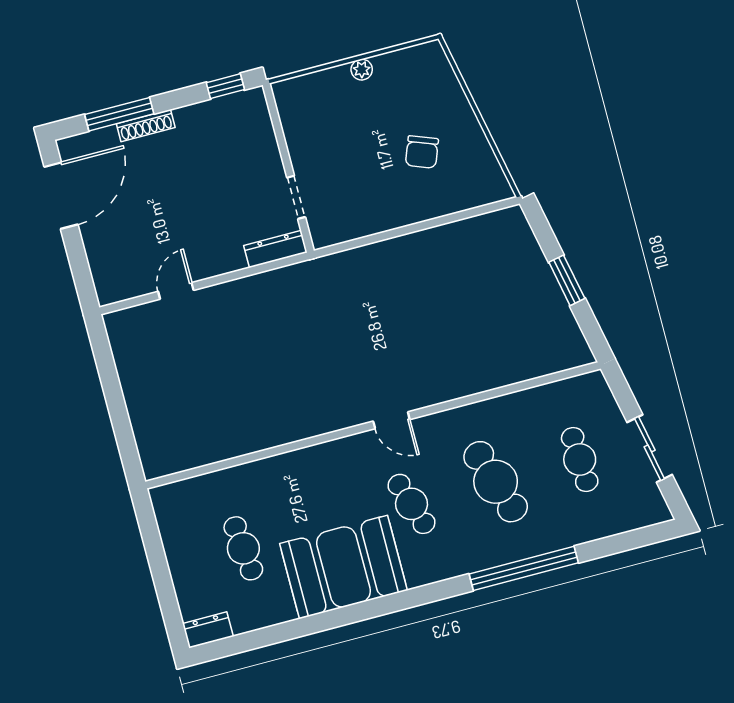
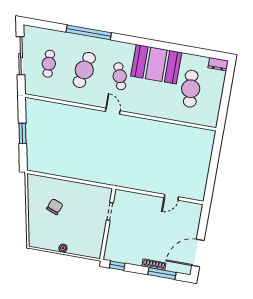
dresser: (275, 249) -> (127, 196), removed
sliding door: (650, 449) -> (21, 56), width x1.37
cafe table: (496, 482) -> (84, 70), turned 30
cafe table: (243, 548) -> (191, 89), width x1.37, depth x1.35

